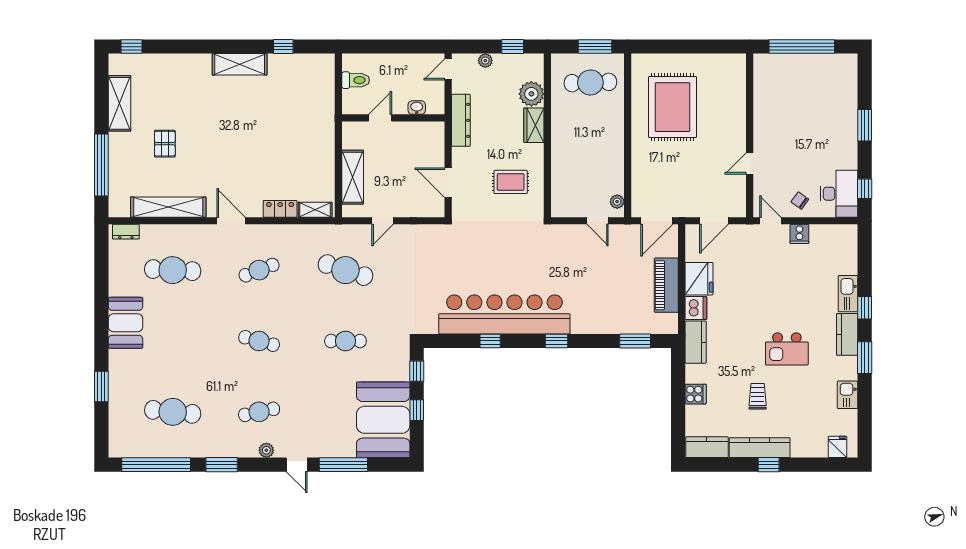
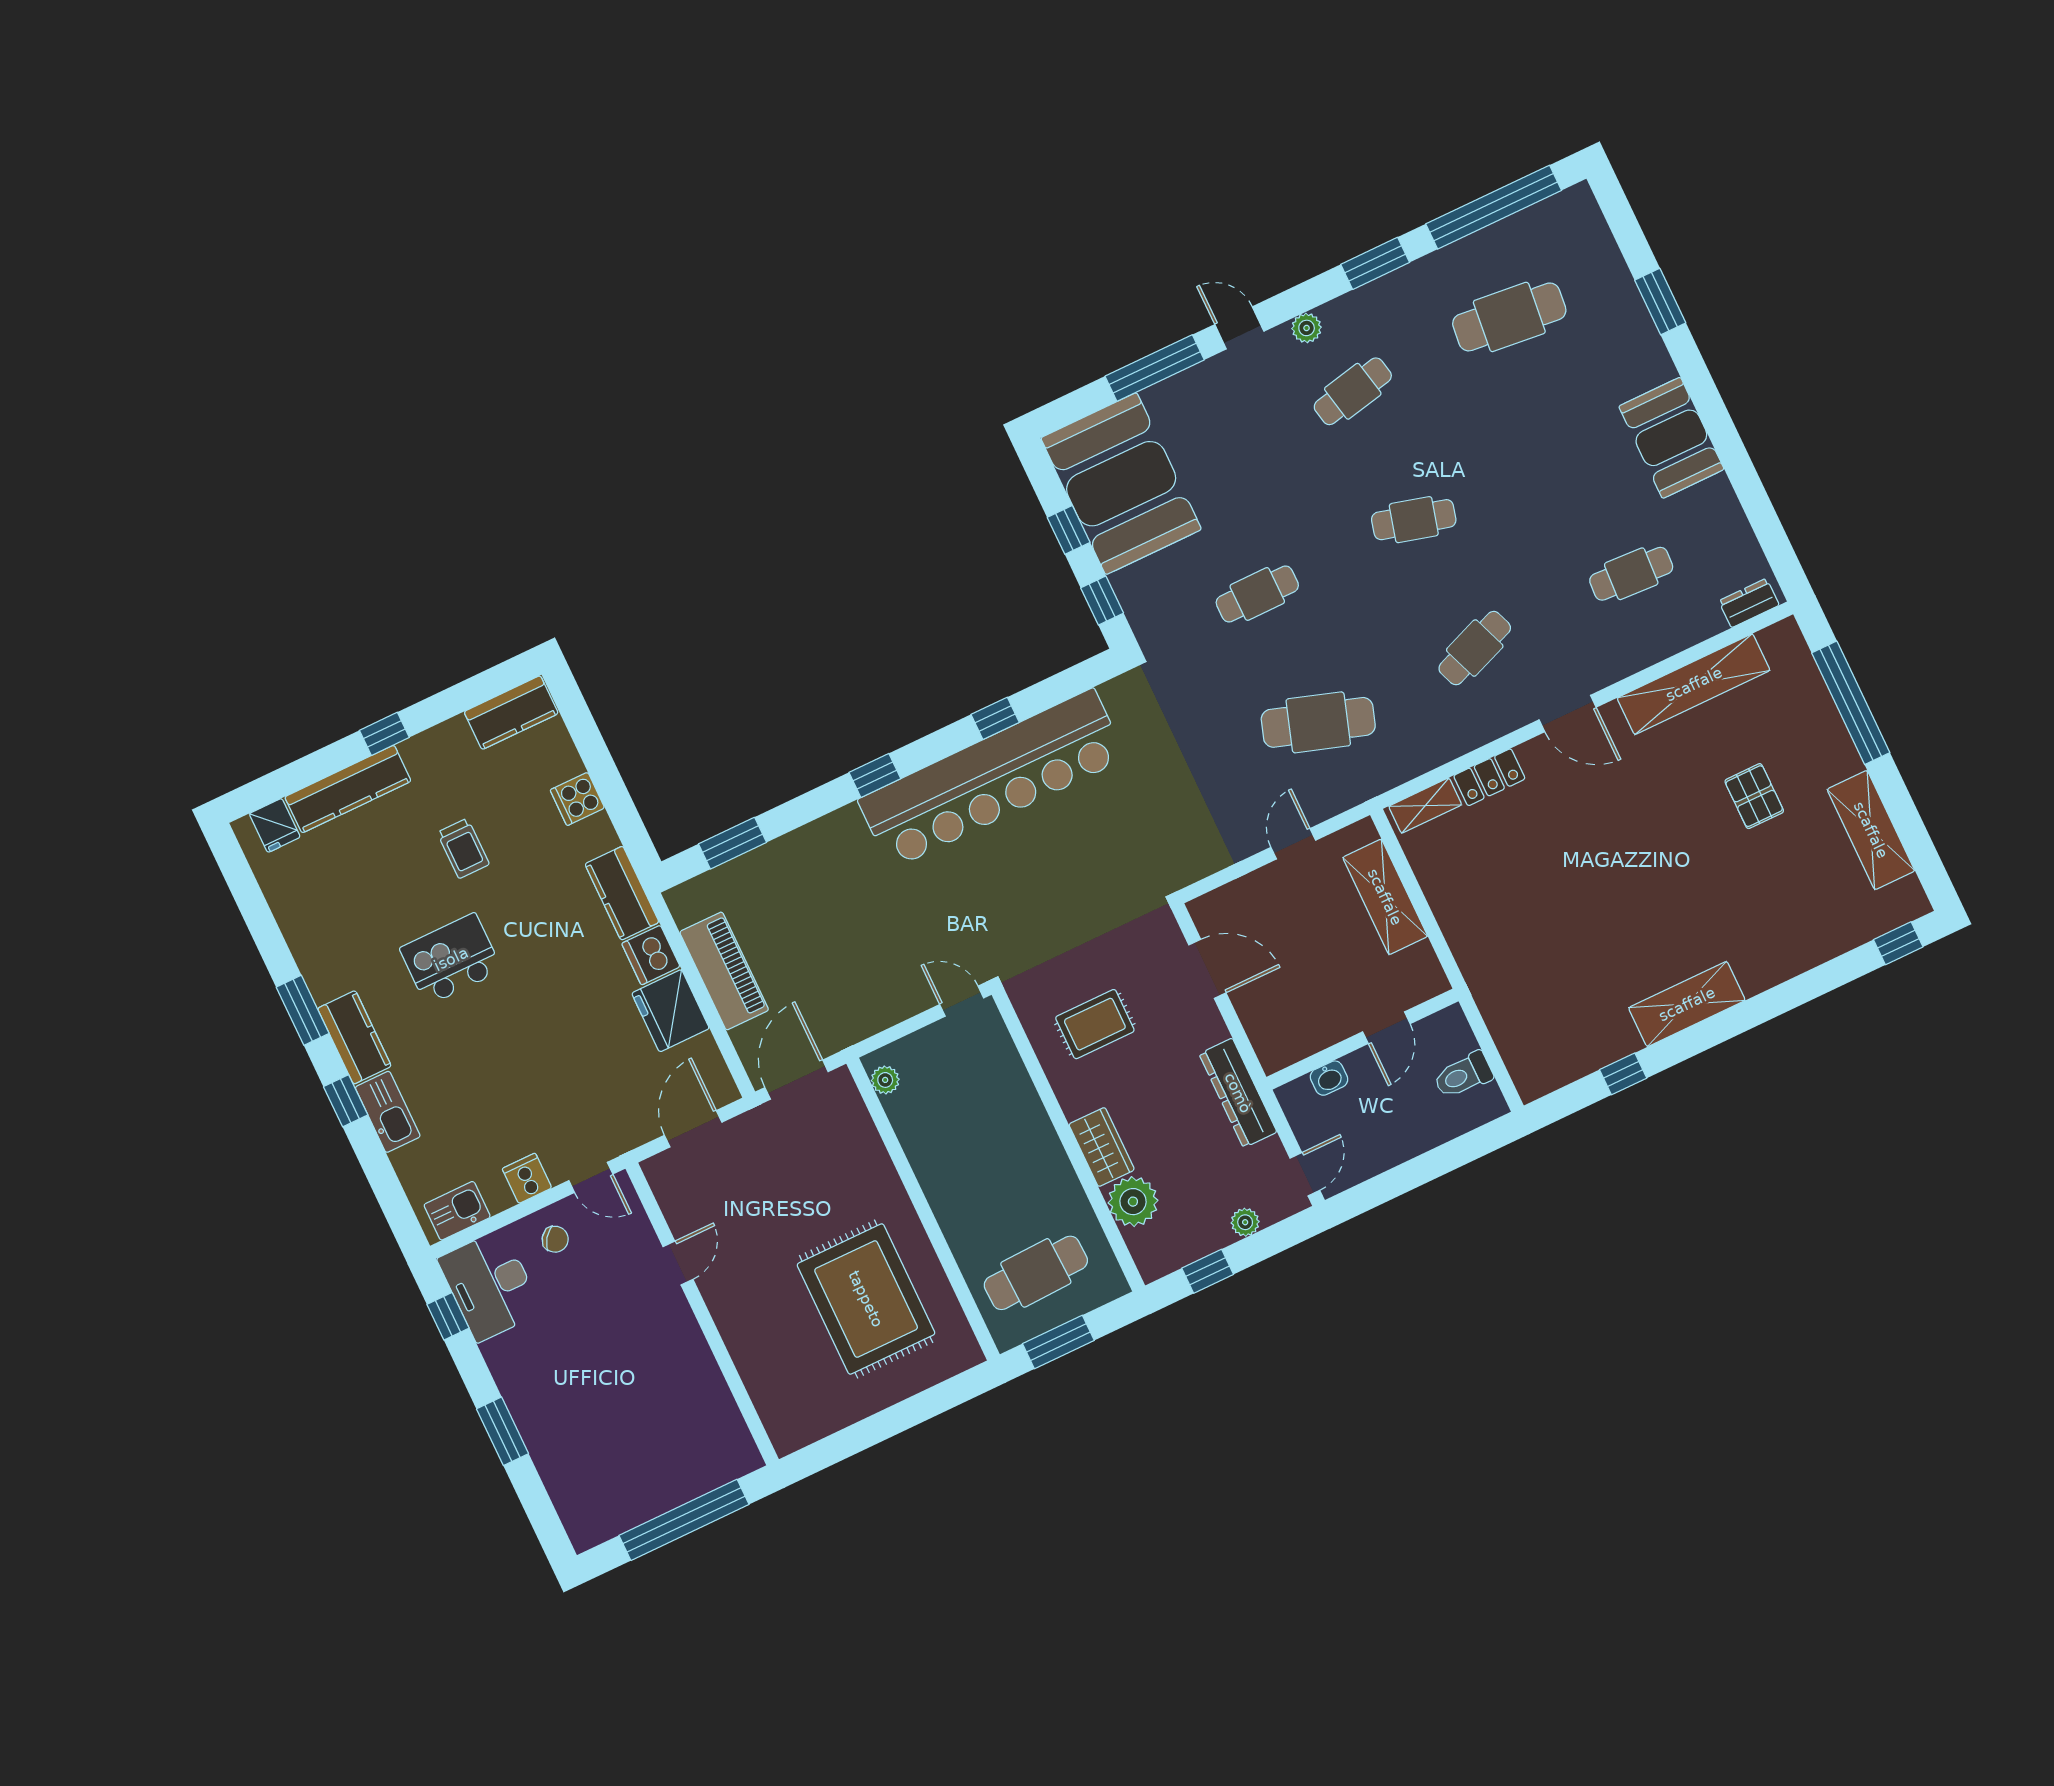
door: (597, 221) -> (962, 1001), moved
cafe table: (173, 270) -> (1631, 574), width x0.73, depth x0.74
kitchen sink: (848, 395) -> (457, 1211), moved, turned -90
kitchen counter: (760, 448) -> (348, 789), moved

